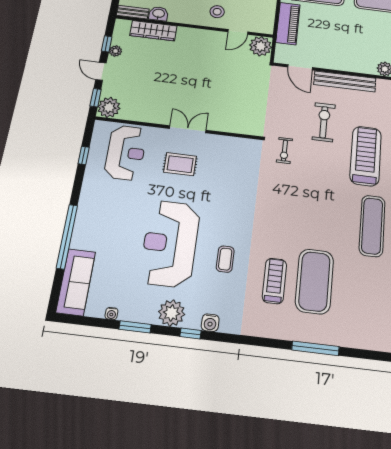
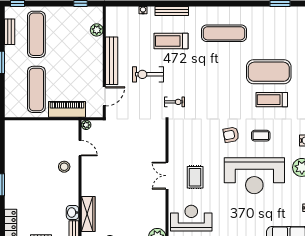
plant: (260, 46) -> (86, 125), width x0.53, depth x0.53
treadmill: (366, 156) -> (171, 41), width x0.73, depth x0.73
armchair: (232, 219) -> (231, 135), added

